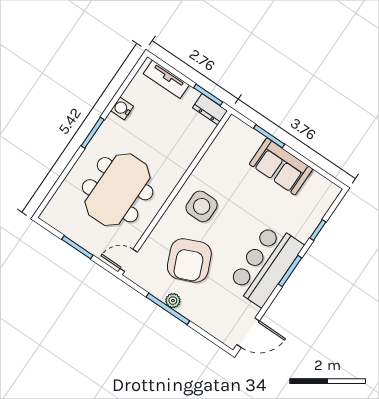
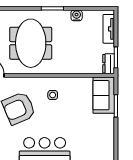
sofa: (281, 166) -> (104, 95), moved
meeting table: (118, 190) -> (31, 43), turned 90
side table: (202, 206) -> (53, 95), width x0.54, depth x0.54

